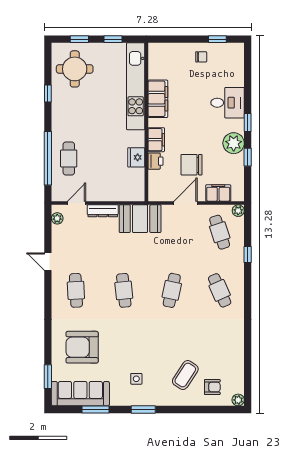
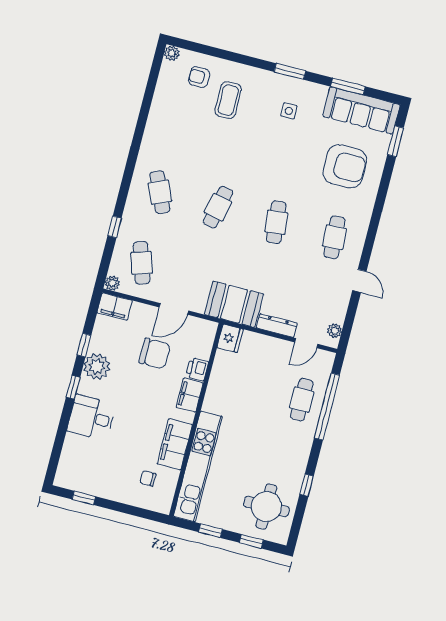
chair: (201, 57) -> (148, 478), moved
fridge: (136, 157) -> (230, 338), moved
filing cabinet: (218, 193) -> (115, 307), moved
coffee table: (185, 375) -> (228, 100), turned -33

